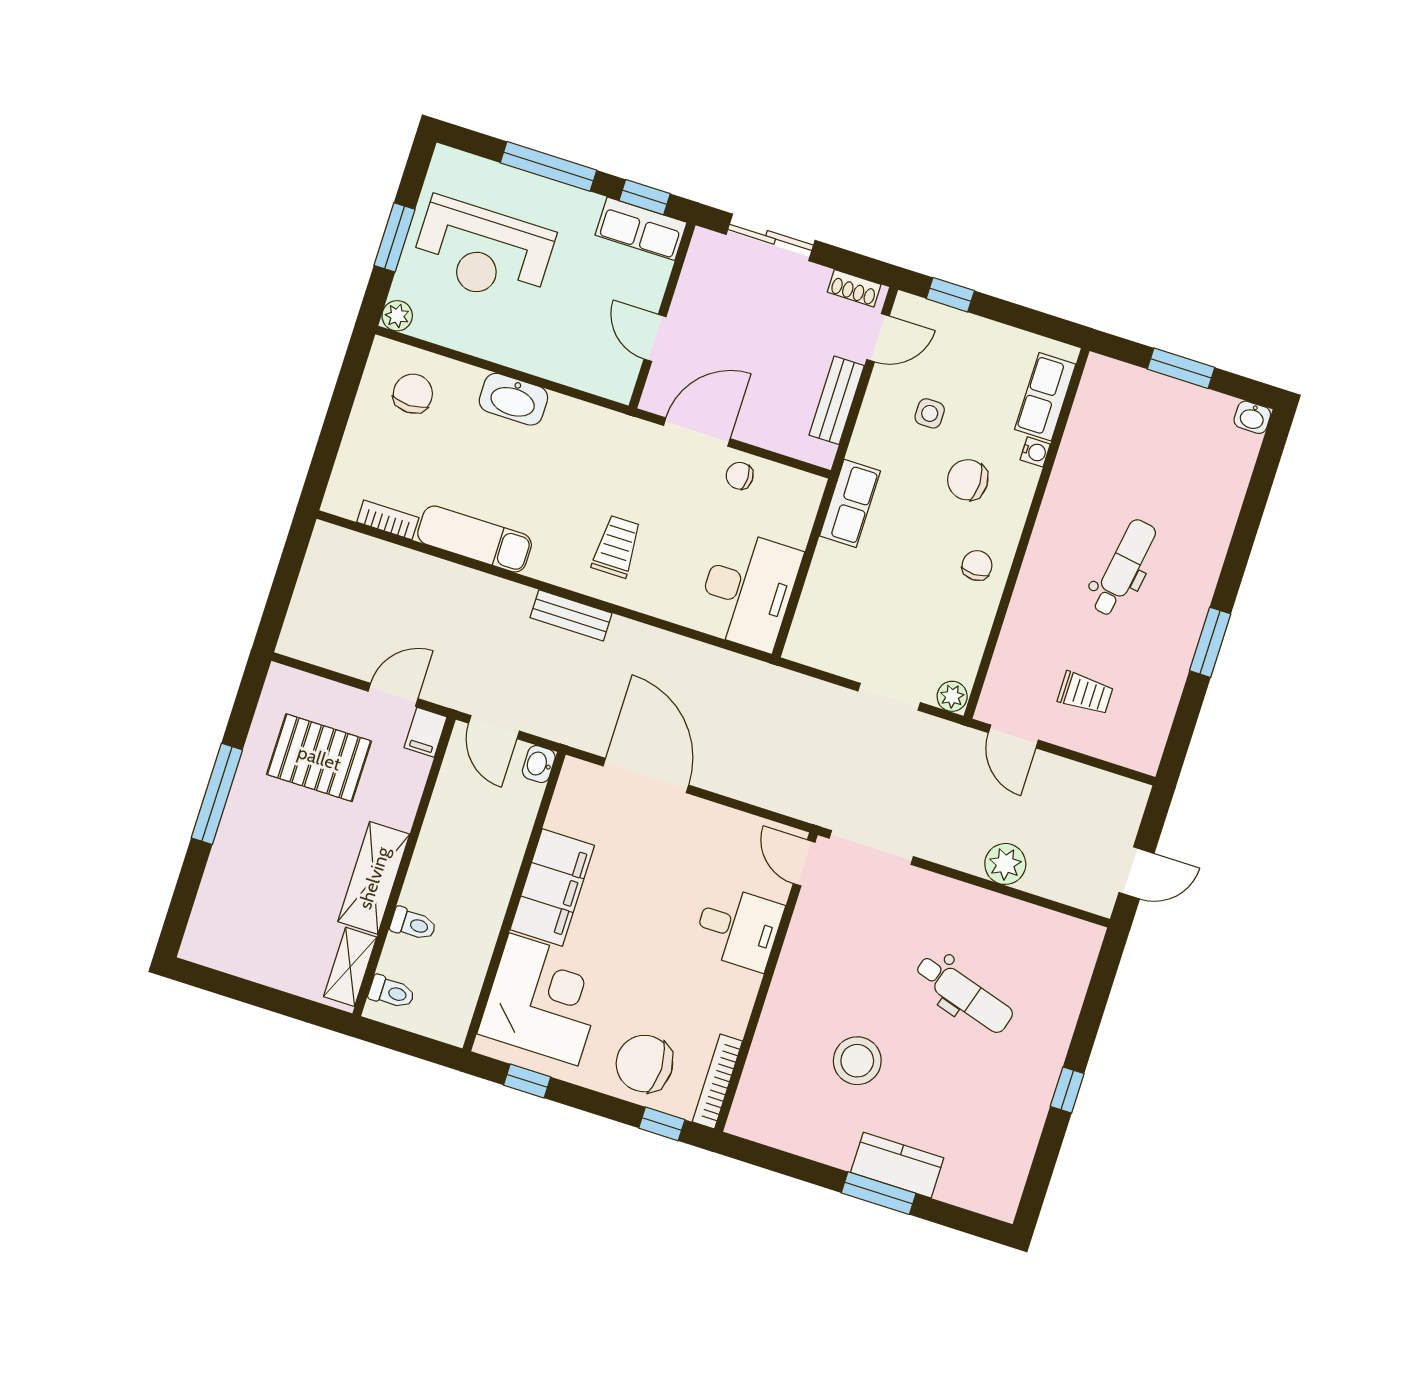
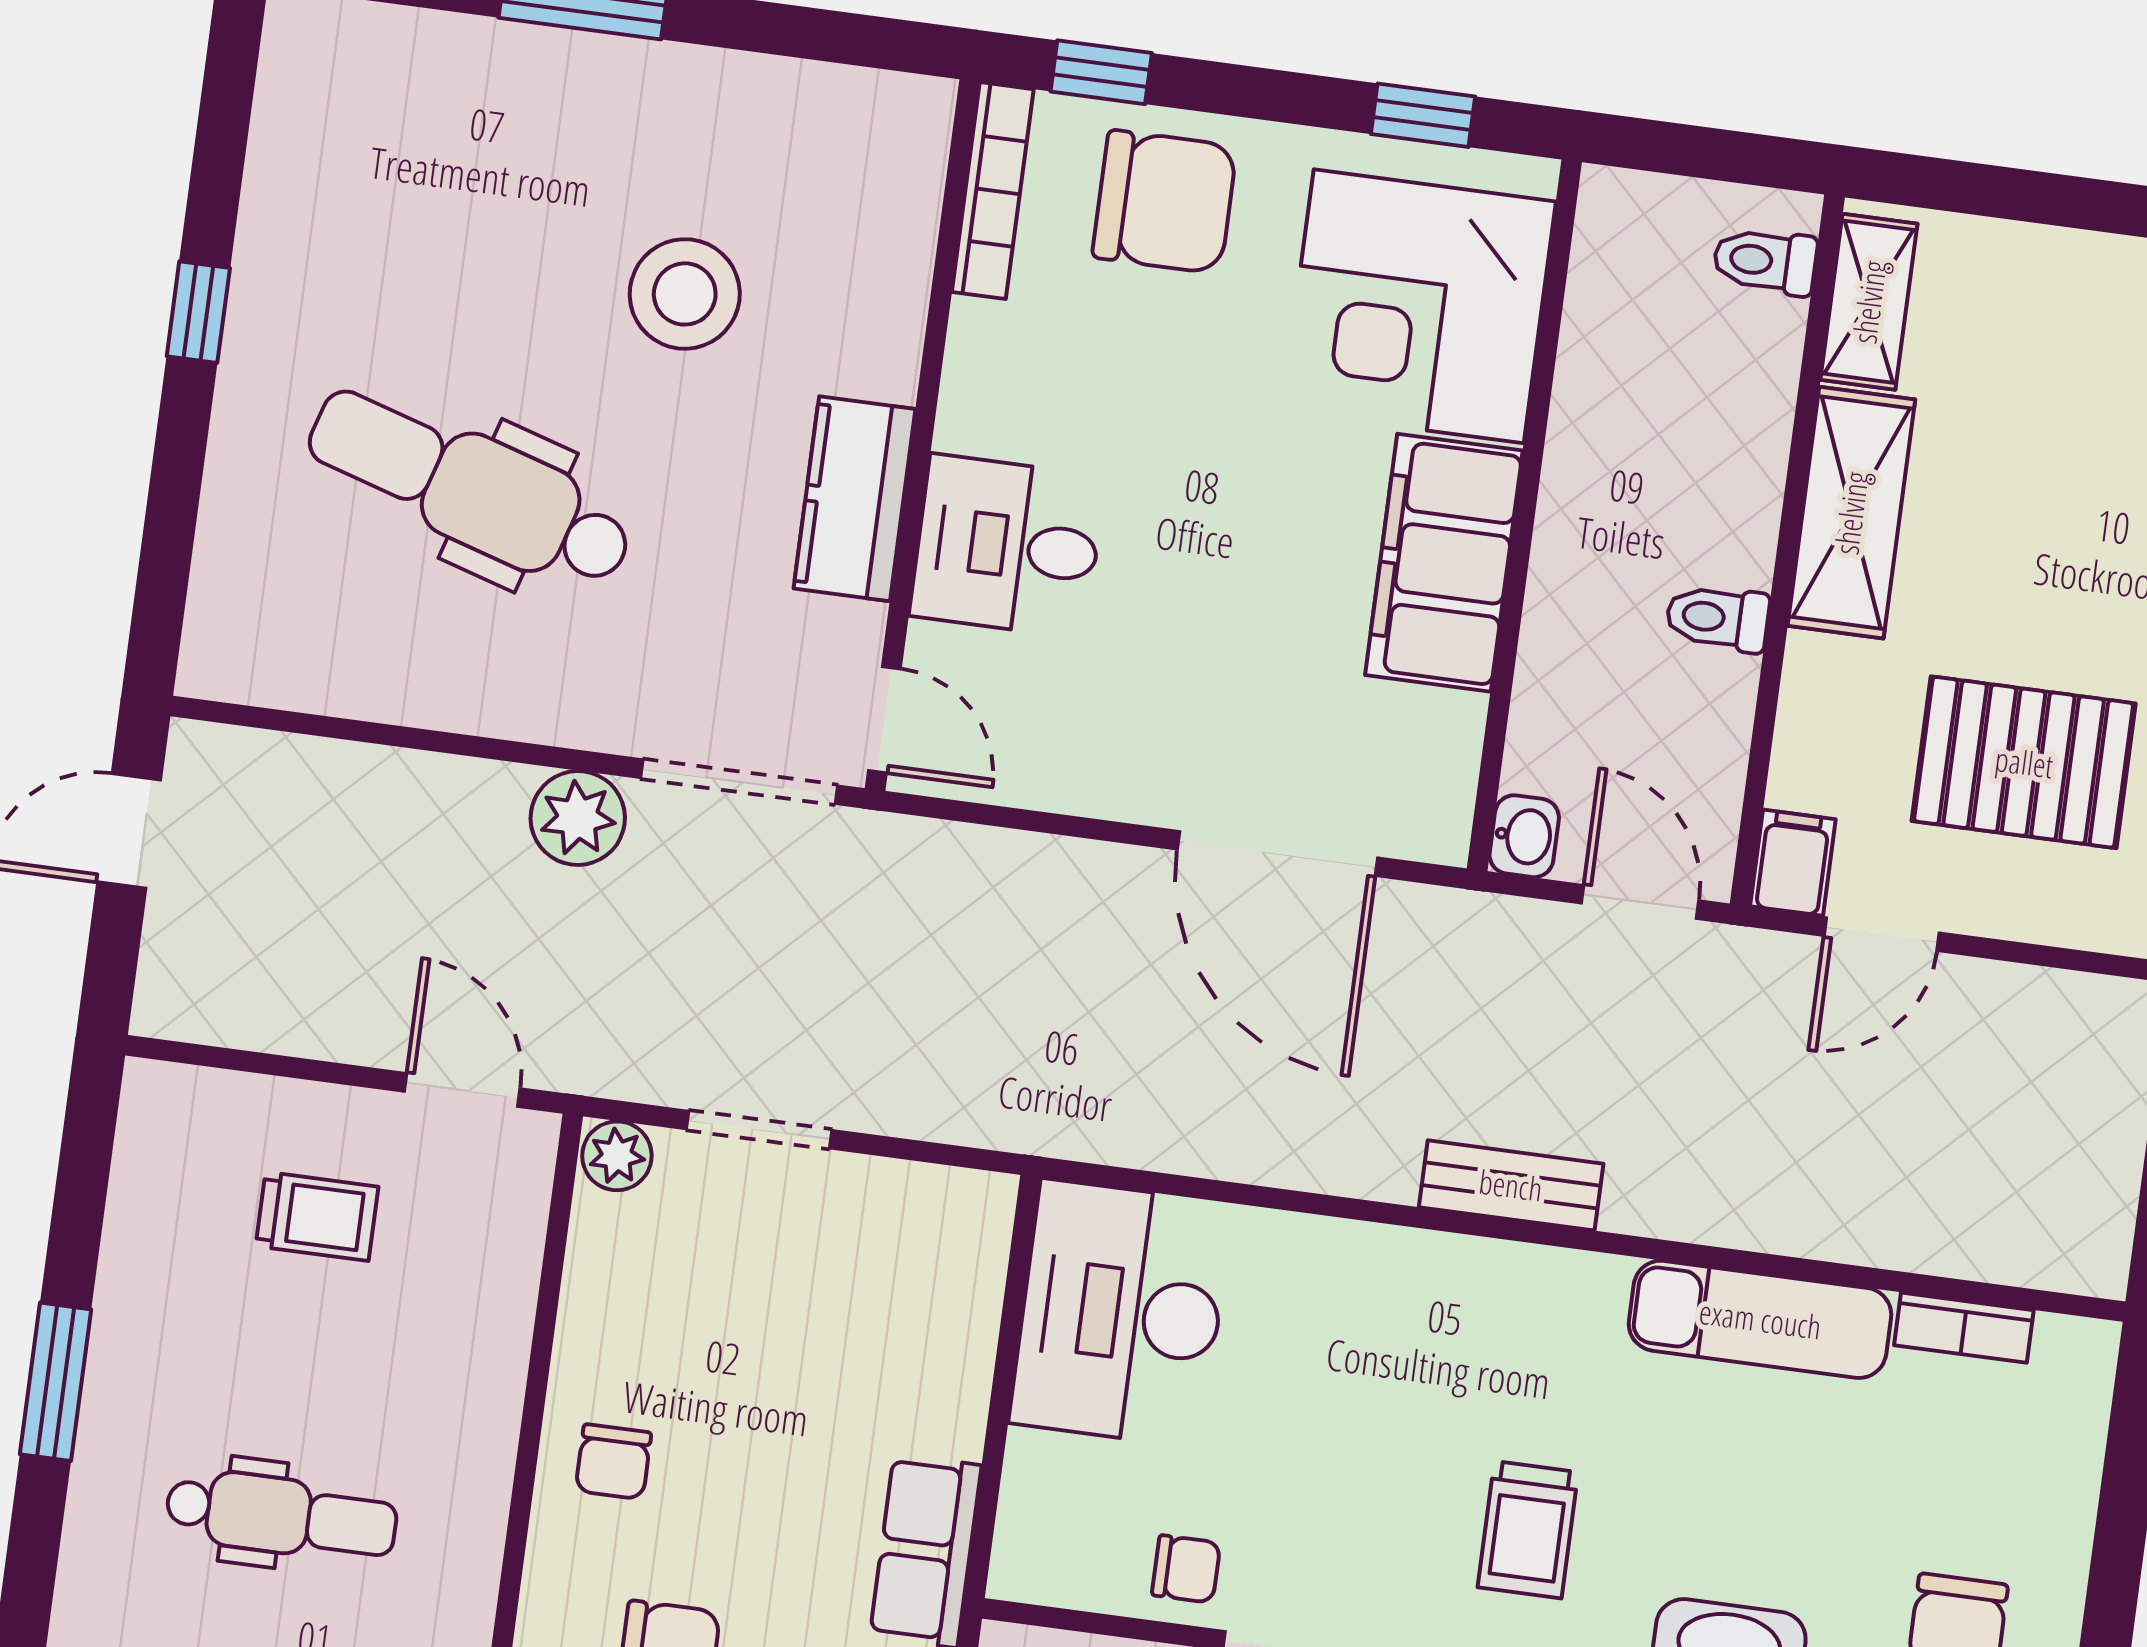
trolley: (617, 547) -> (1528, 1530), moved
dental chair: (1123, 568) -> (281, 1516), turned -99
trolley: (1085, 693) -> (317, 1216), turned 180
plant: (1005, 864) -> (578, 818), moved
toilet: (413, 924) -> (1718, 618), moved
dental chair: (964, 994) -> (470, 488), width x1.36, depth x1.38
kitchen counter: (897, 1165) -> (855, 499), moved, turned 90

